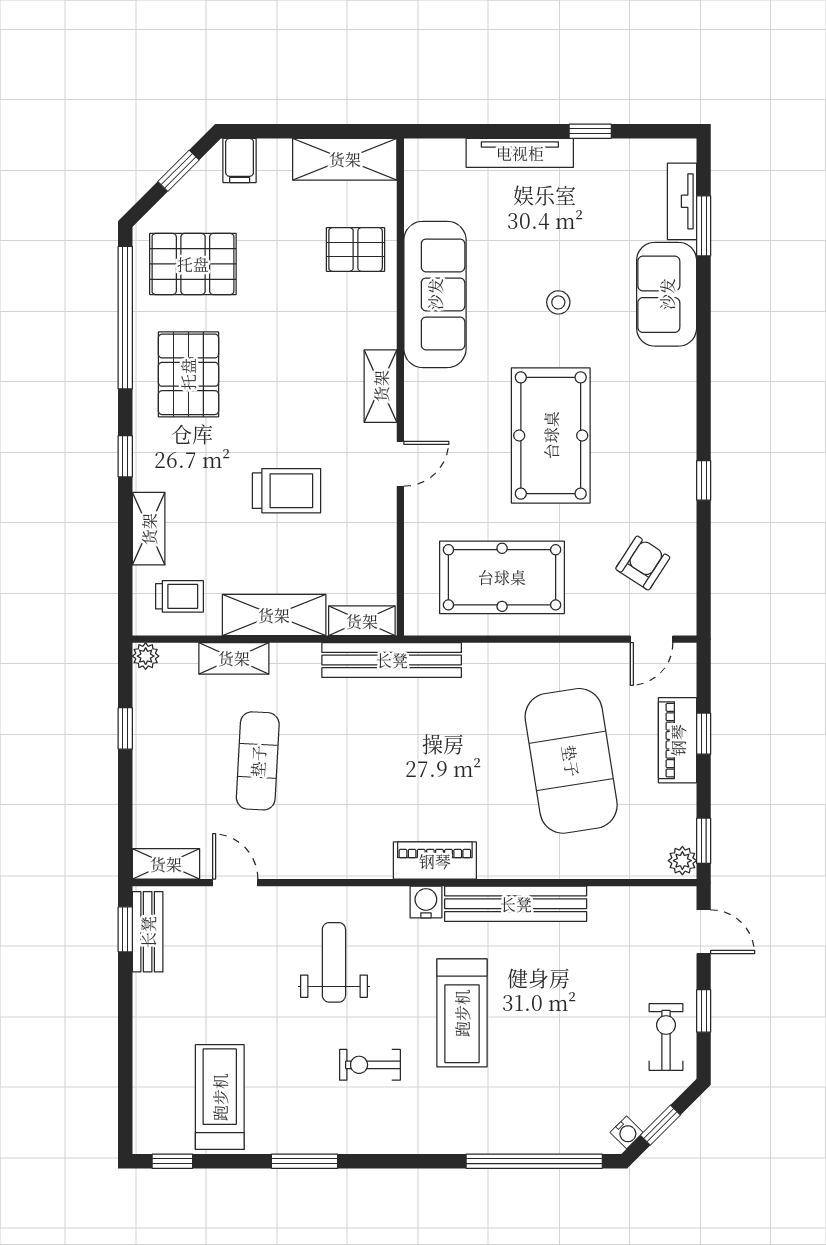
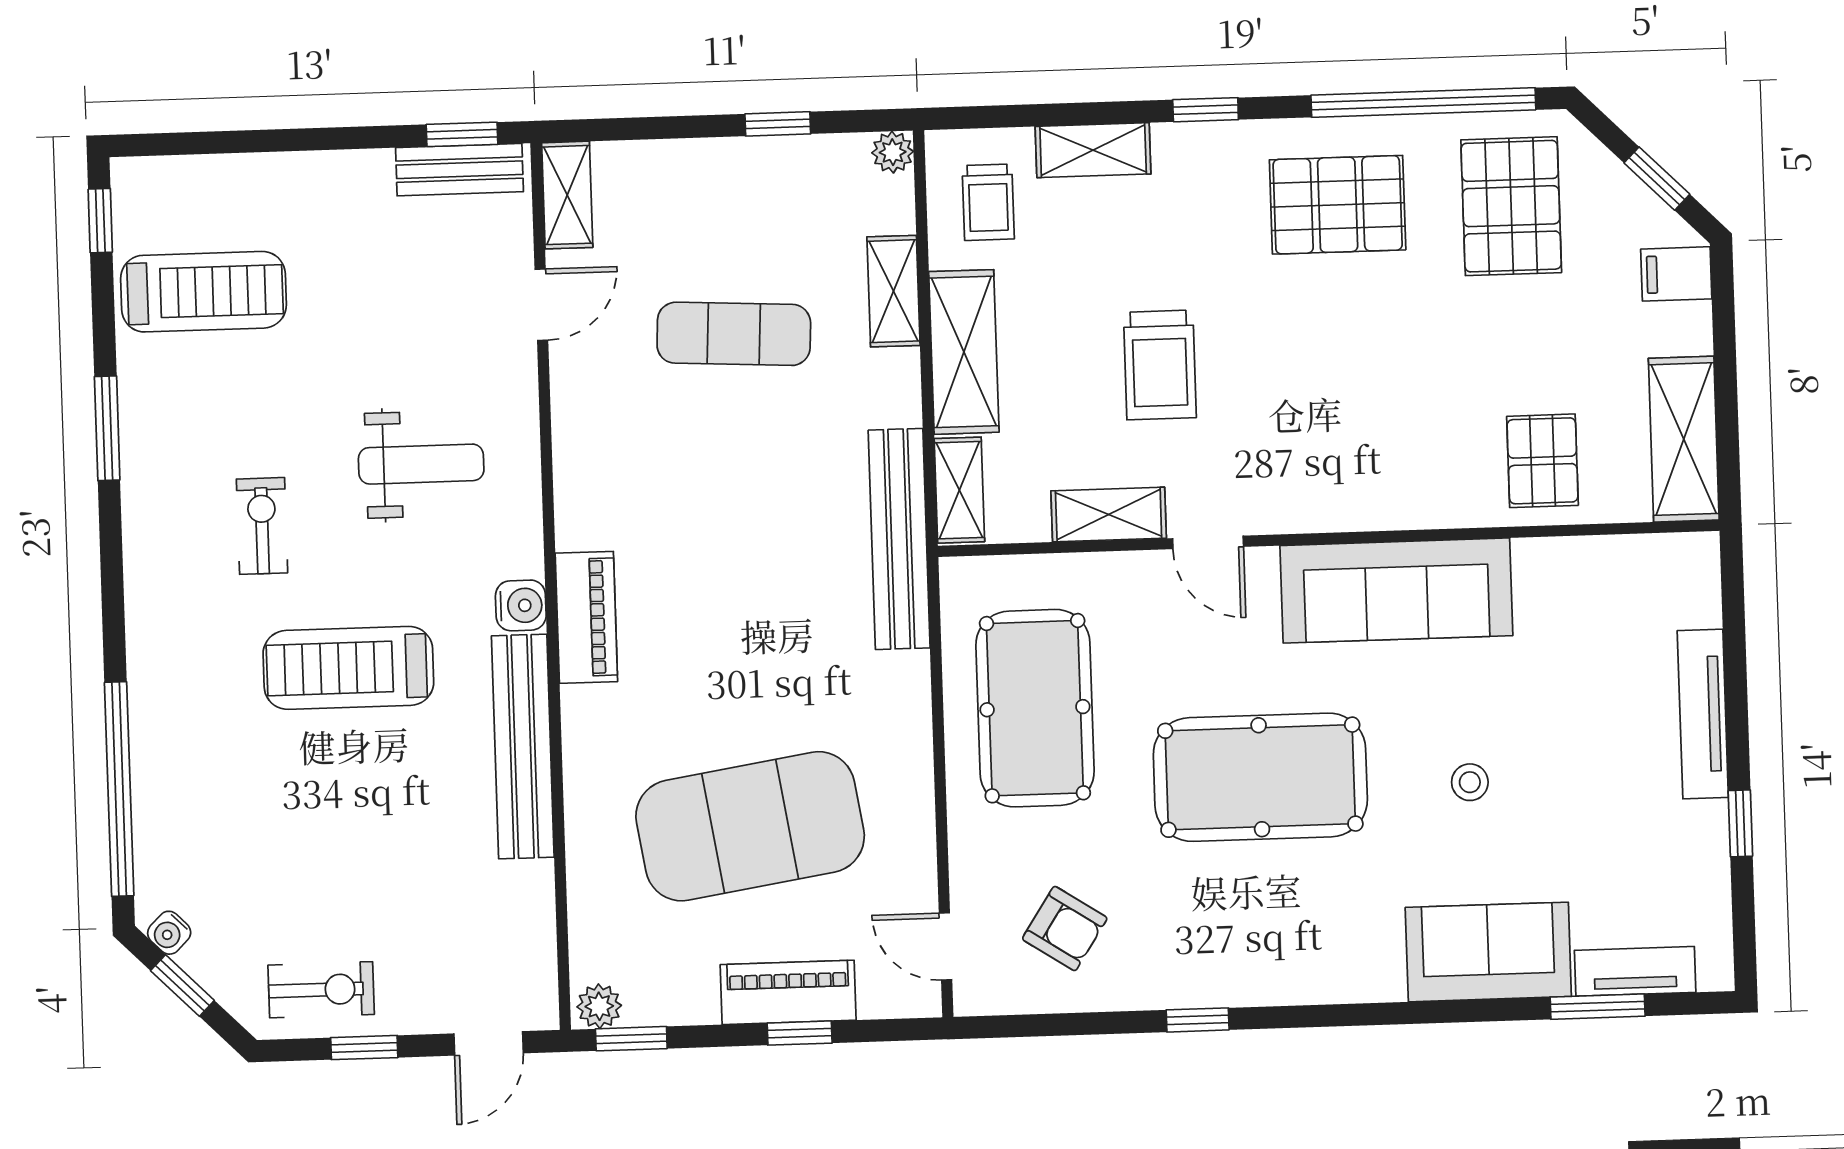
sofa: (435, 294) -> (1396, 591), moved
shelving: (381, 386) -> (1109, 515), moved

